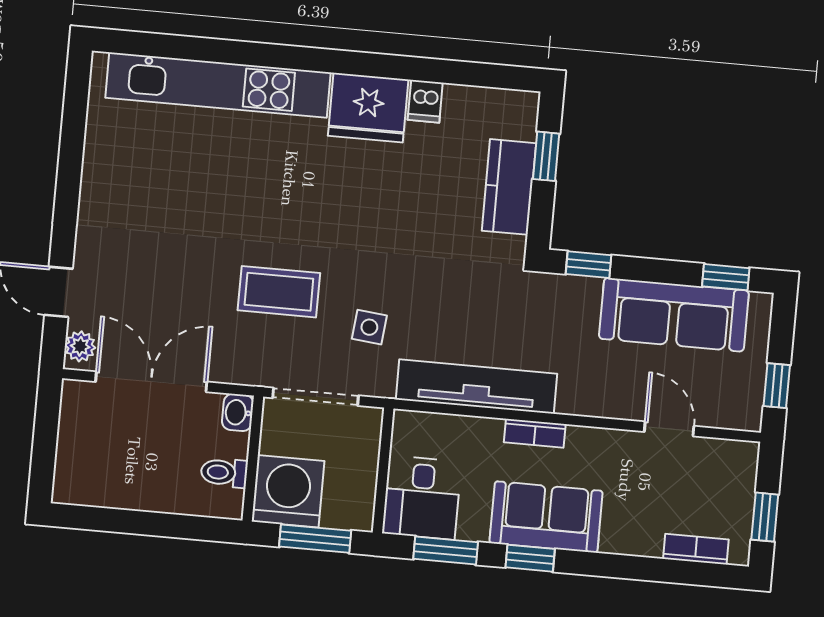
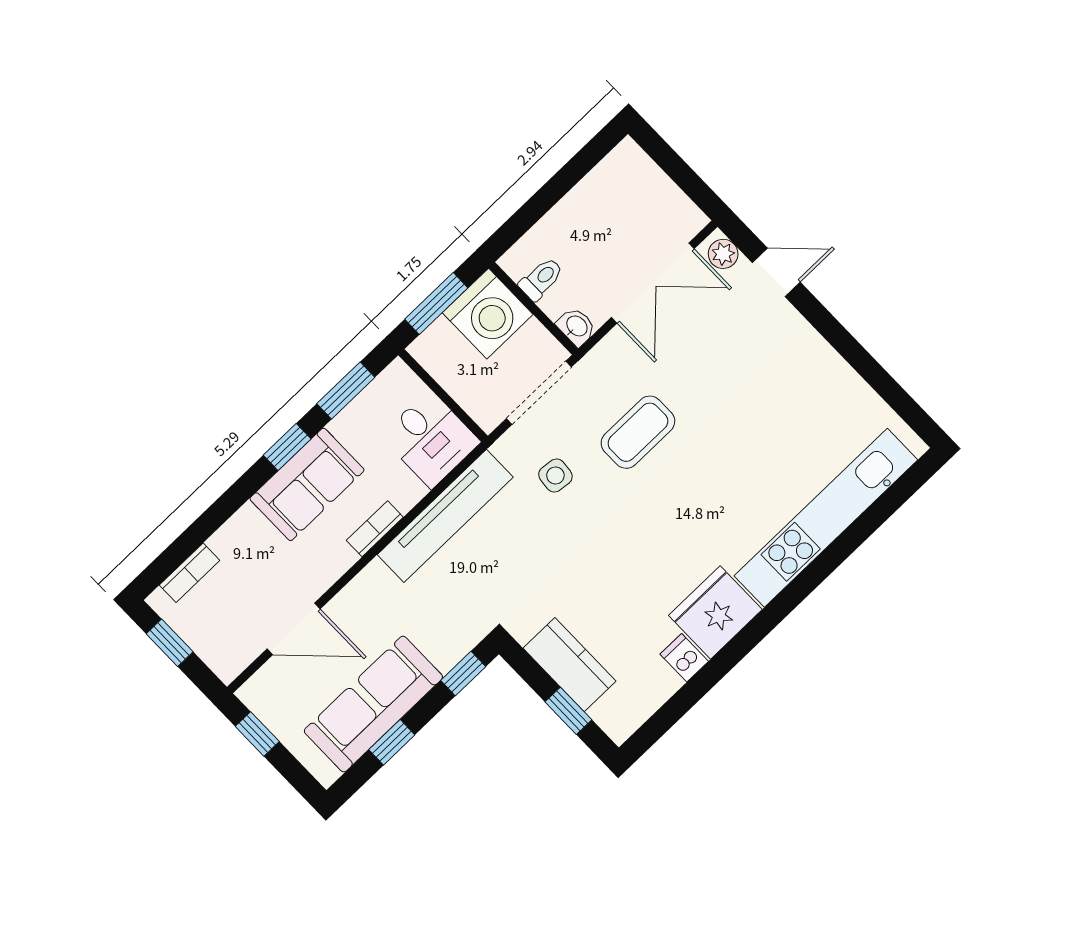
window: (726, 277) -> (392, 742), moved
door: (669, 429) -> (294, 629), width x1.37
desk: (422, 498) -> (430, 439), moved, turned 180

